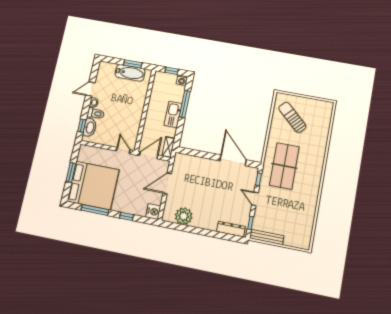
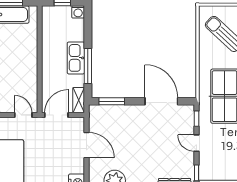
window: (185, 104) -> (88, 66), moved
window: (194, 153) -> (112, 101), added
door: (167, 183) -> (86, 145), swing flipped

